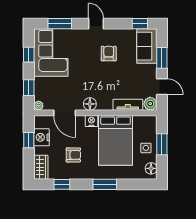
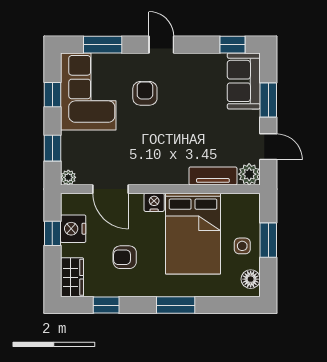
armchair: (109, 54) -> (145, 93), moved
floor lamp: (90, 104) -> (151, 175), removed
armchair: (73, 155) -> (125, 257), turned 180

